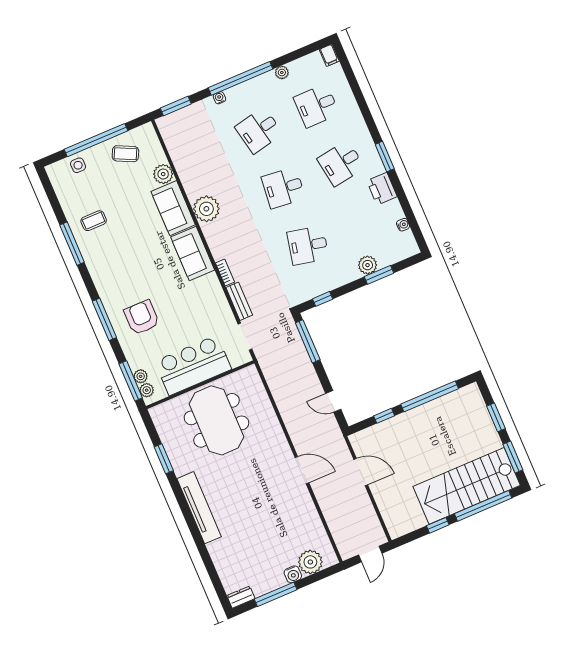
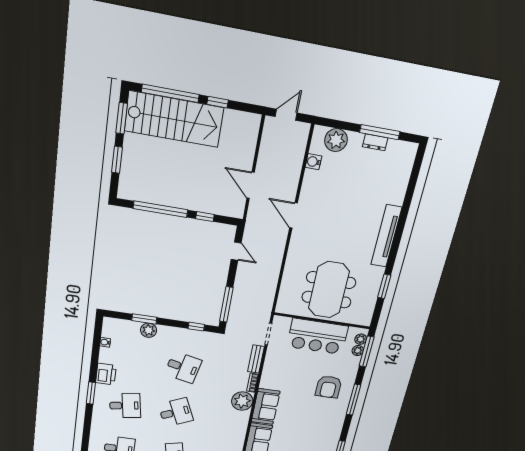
desk: (283, 188) -> (176, 412), turned -30
plant: (206, 209) -> (242, 401), moved
water cooler: (293, 574) -> (313, 162), moved, turned -90
dresser: (241, 597) -> (375, 142), moved

